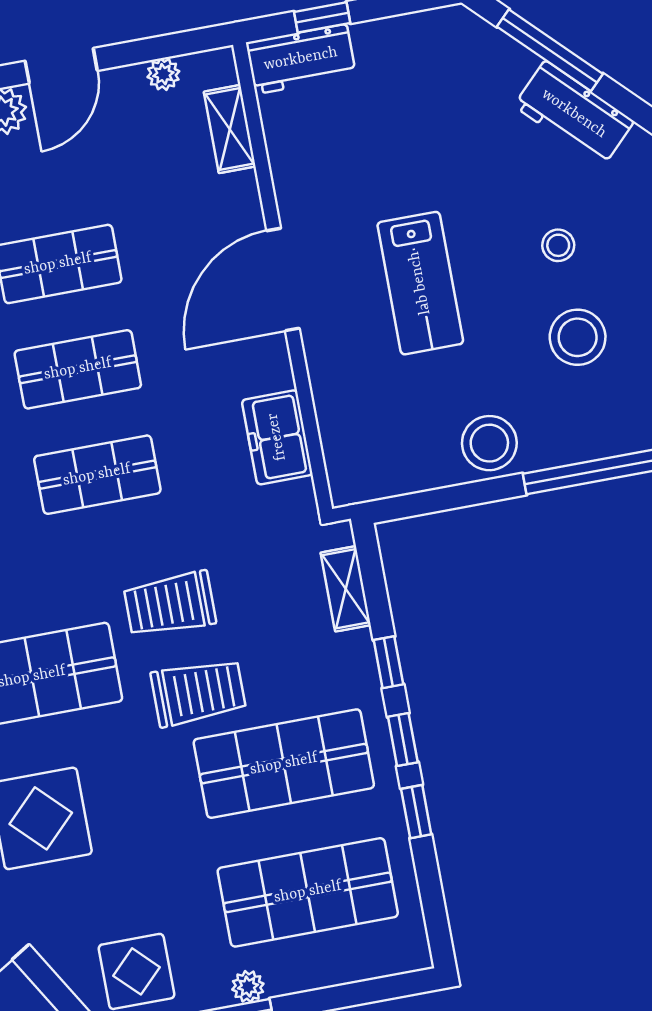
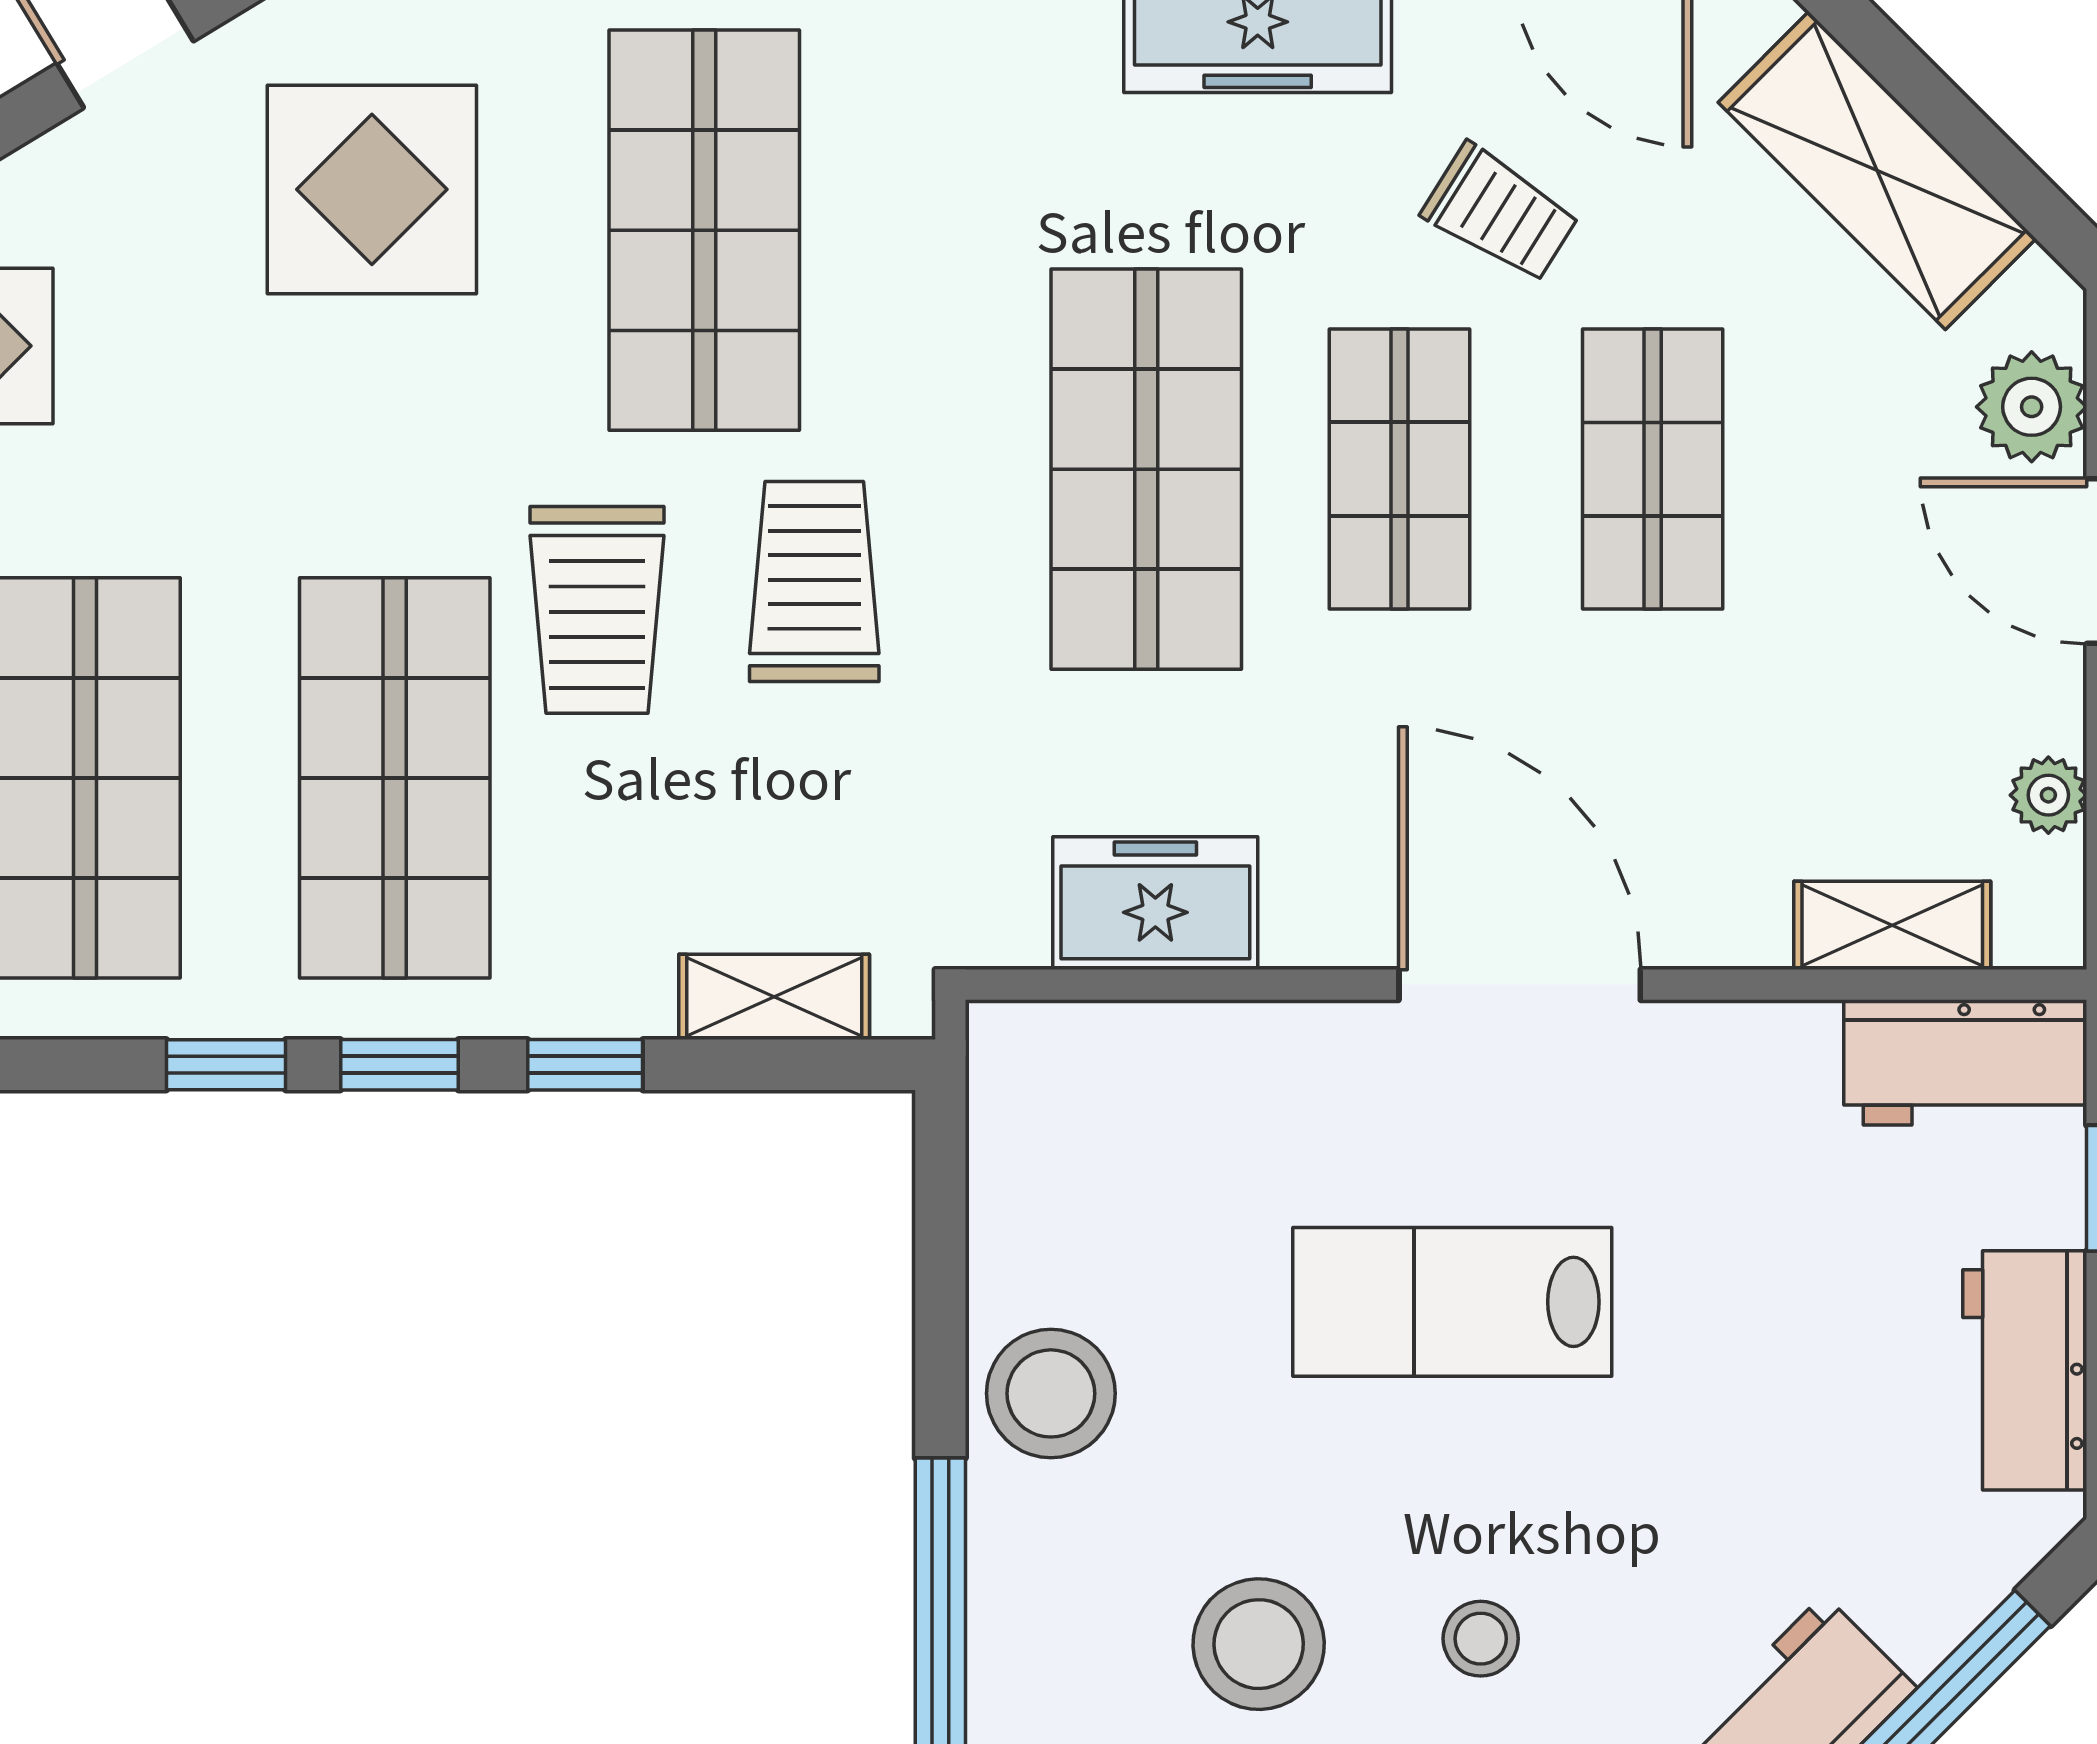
workbench: (405, 40) -> (2025, 1370), added
workbench: (301, 59) -> (1965, 1062), moved, turned -90
shop shelf: (97, 475) -> (1146, 469), width x1.43, depth x1.36

